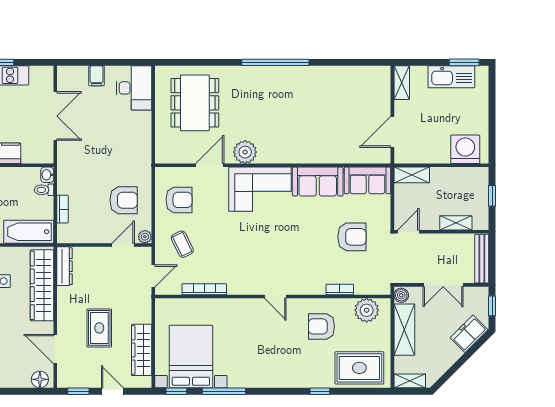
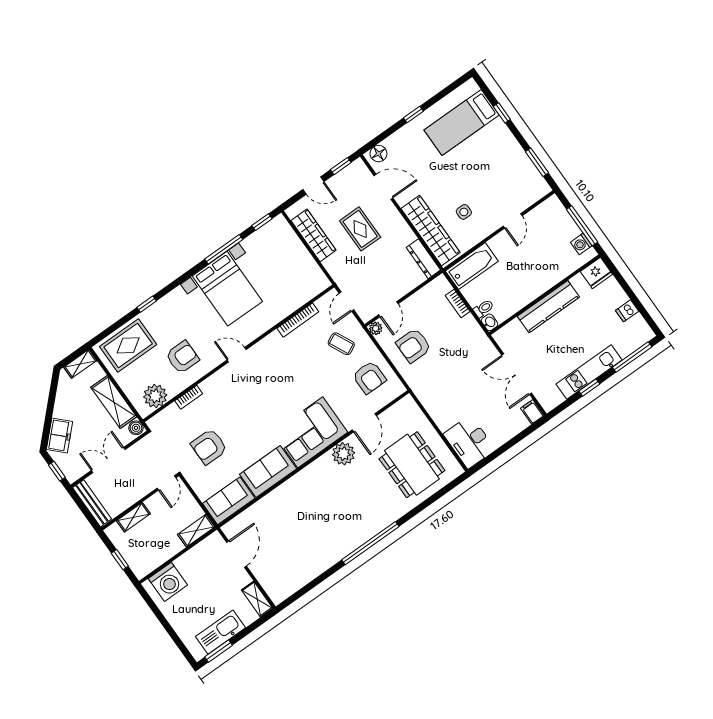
filing cabinet: (96, 76) -> (532, 412), moved
armchair: (179, 200) -> (369, 377), turned -90
bed with nightstands: (191, 357) -> (227, 289), moved

